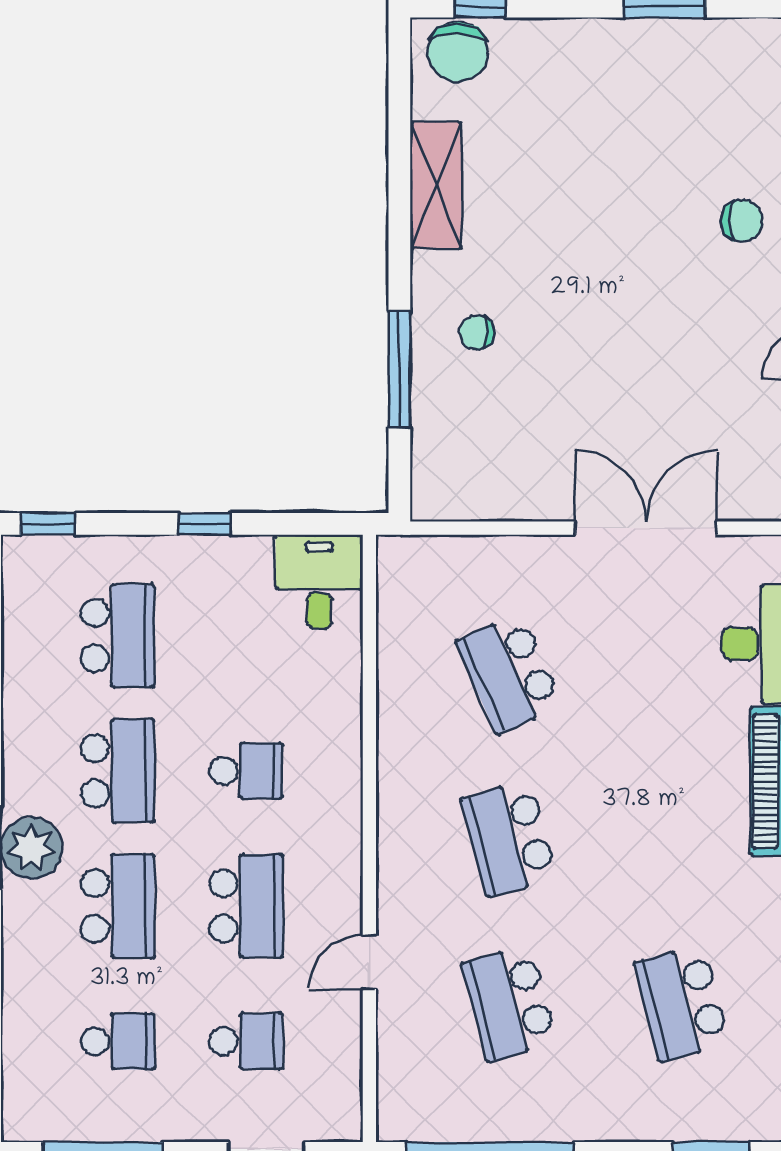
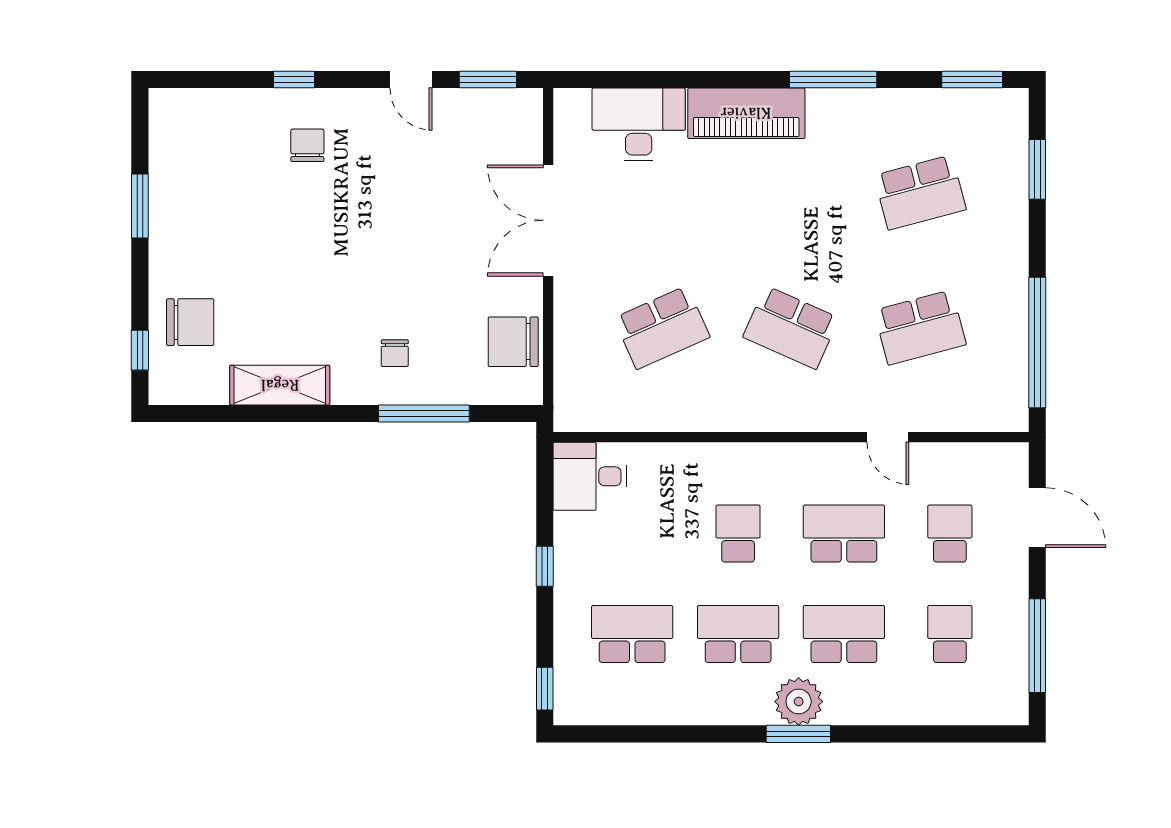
chair: (458, 52) -> (190, 322), moved
chair: (491, 484) -> (513, 342), added
school desk: (509, 838) -> (791, 327), turned 39

